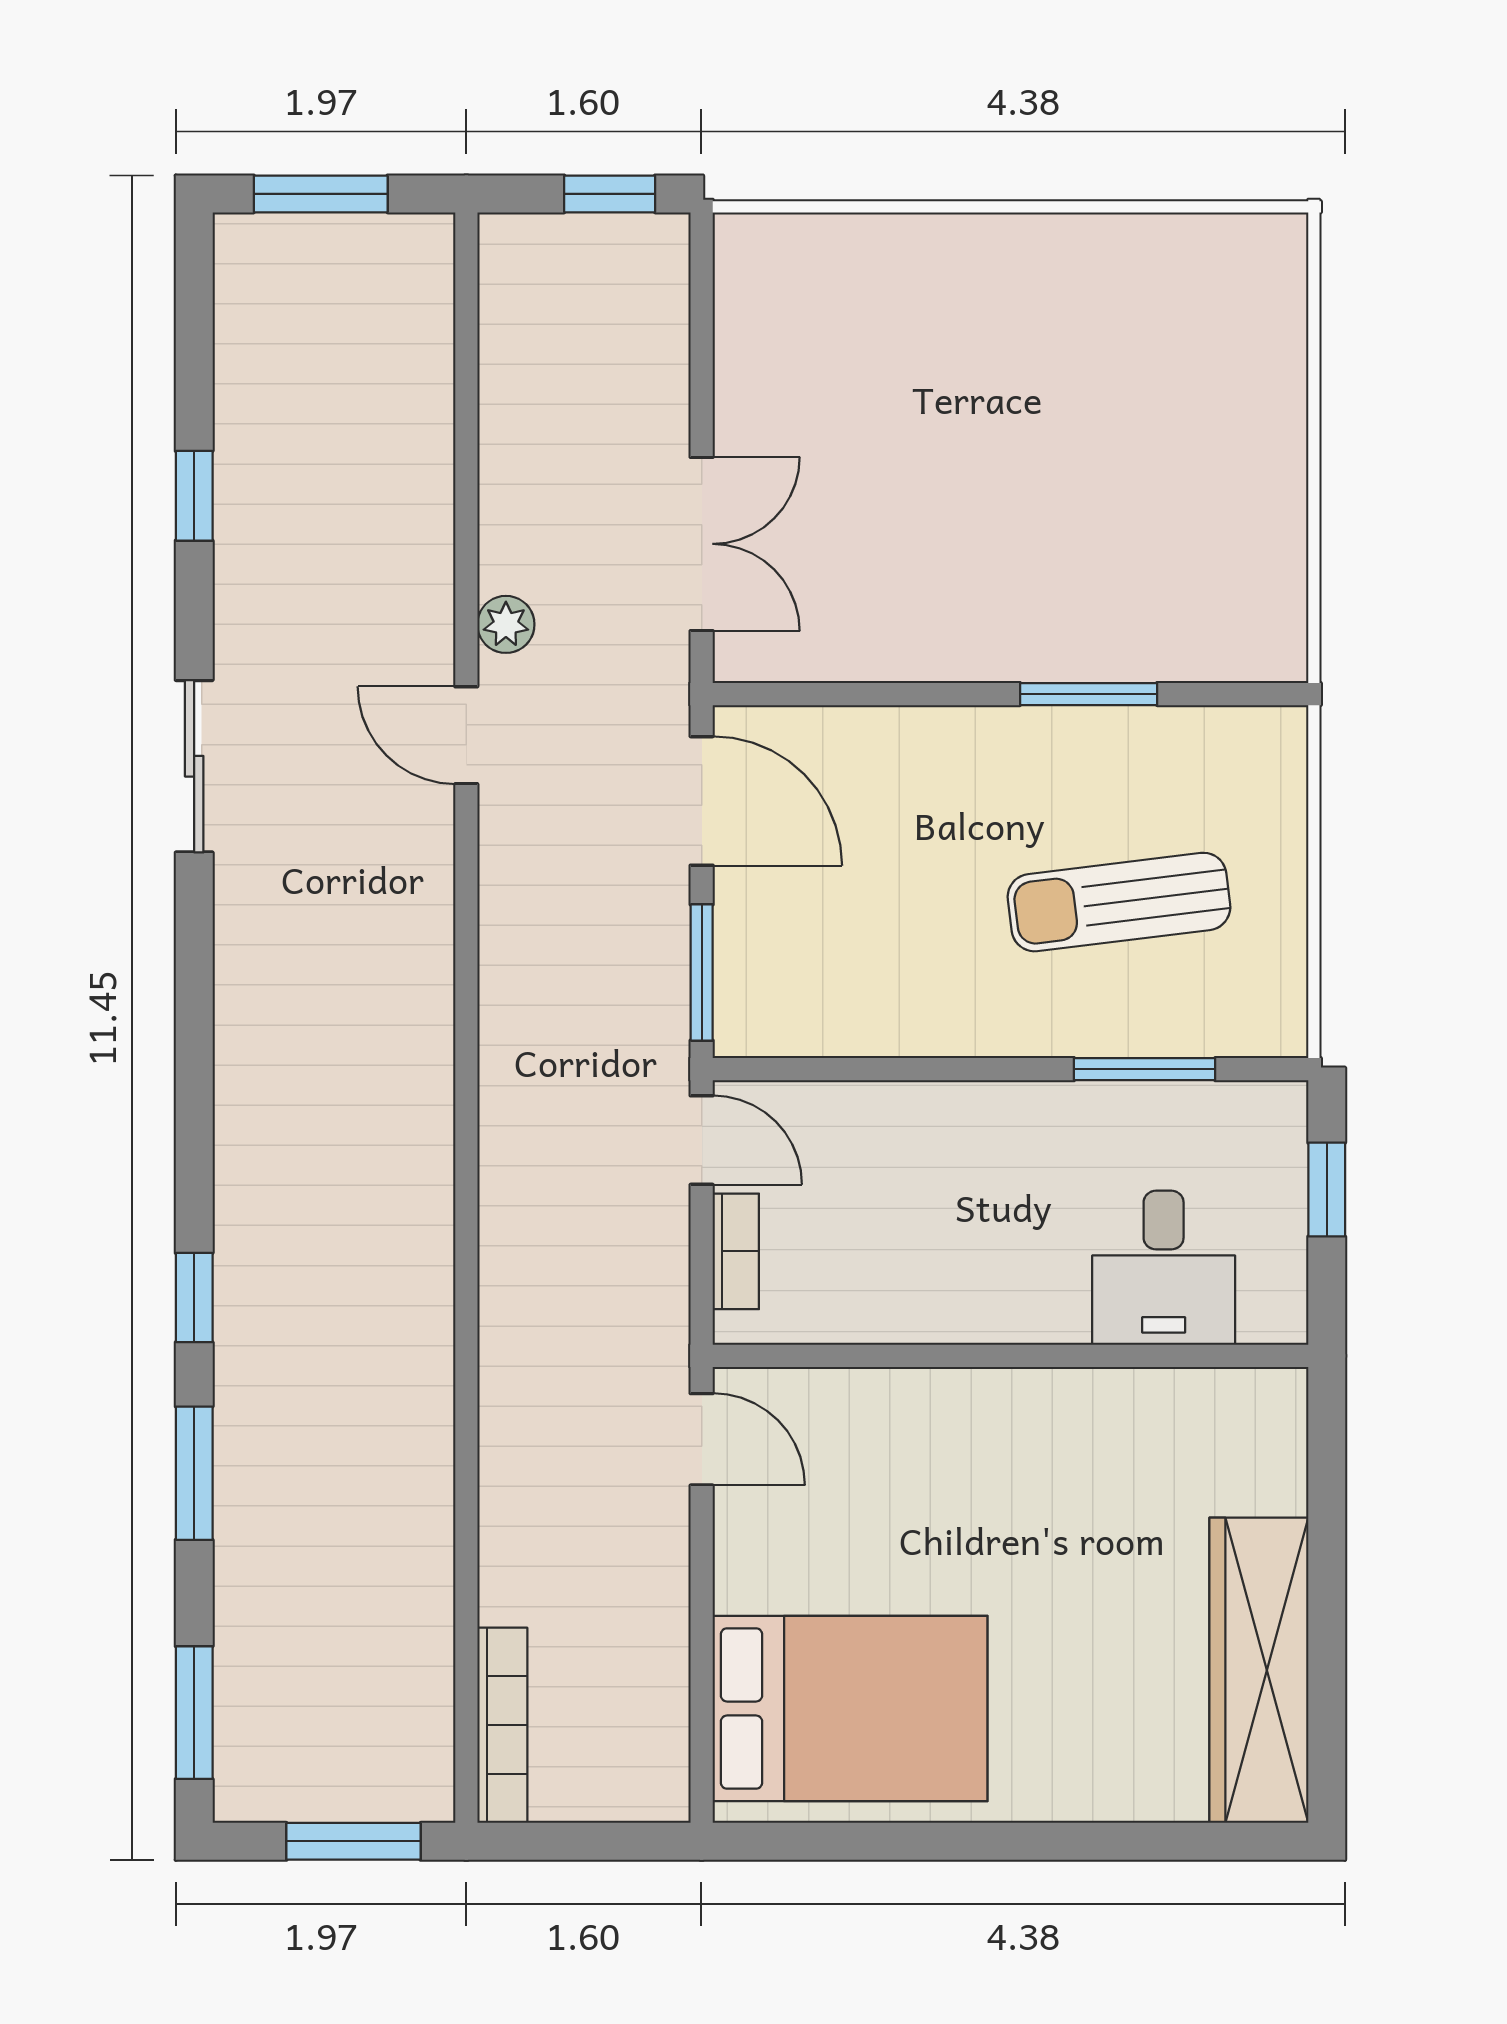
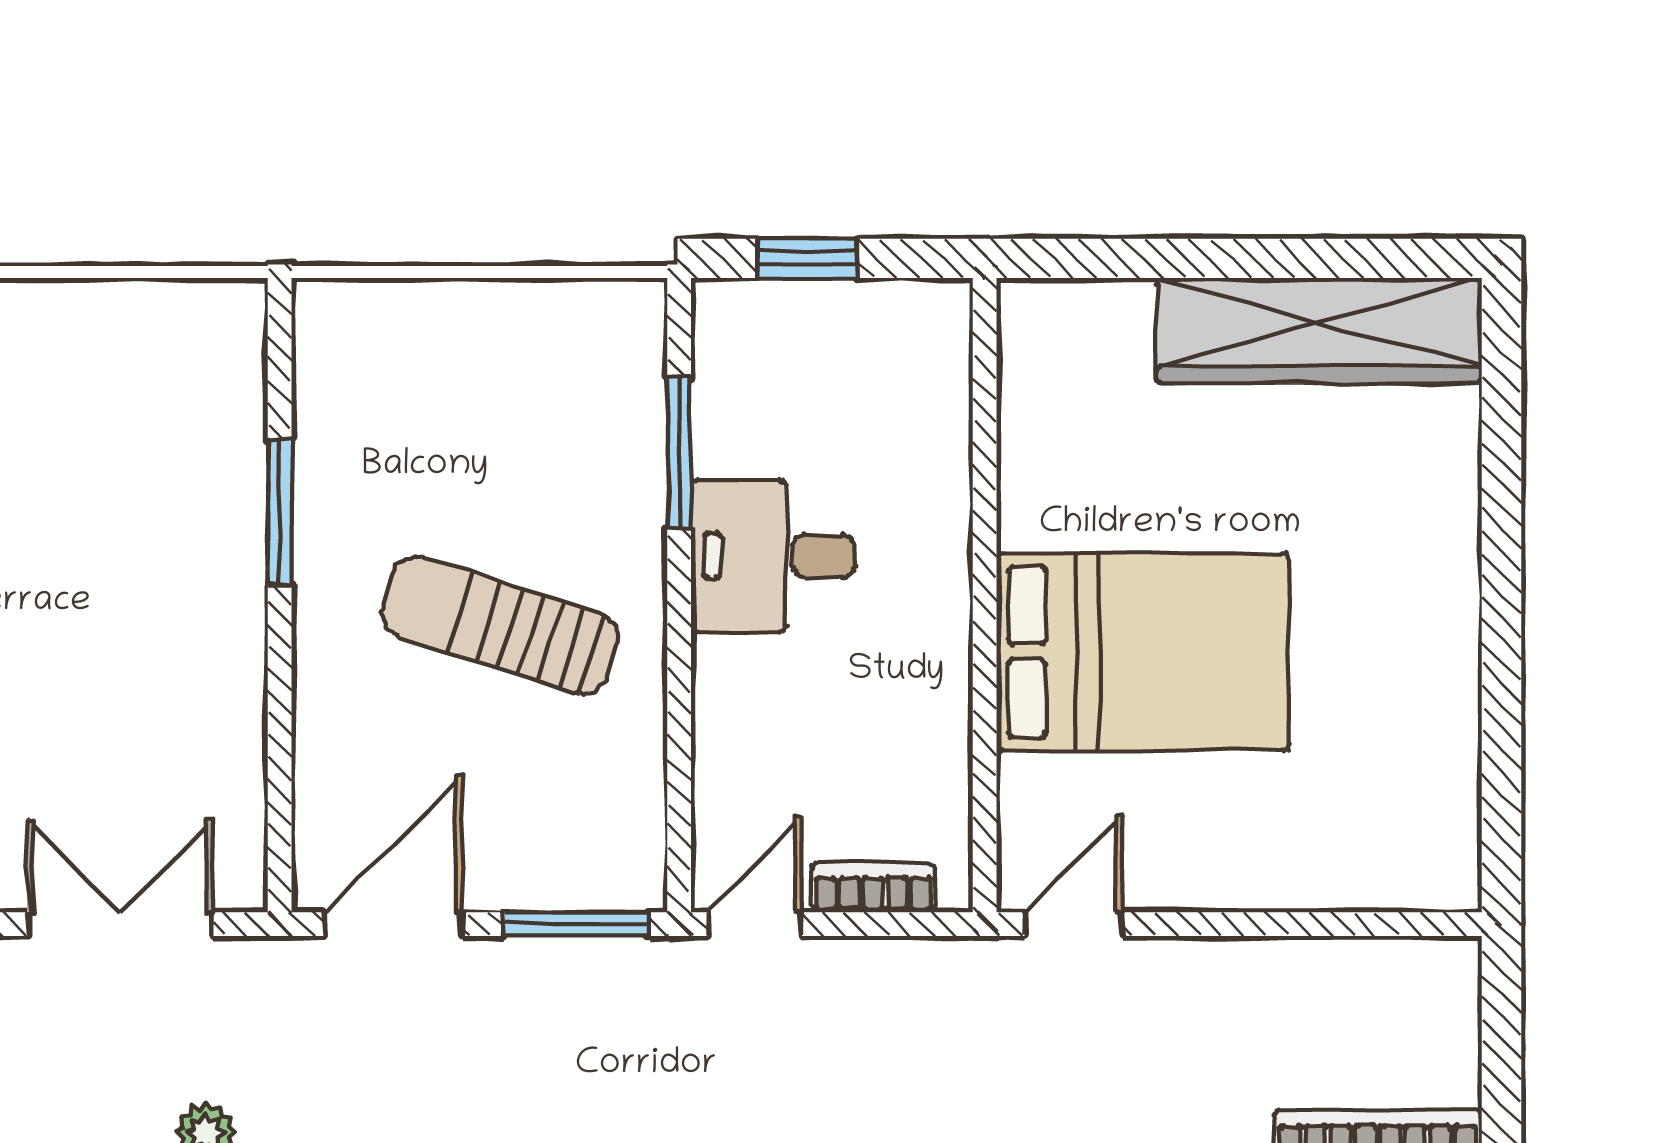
sun lounger: (1119, 902) -> (500, 625), moved, turned 115
desk: (1164, 1268) -> (773, 556), moved, turned 180
bed: (850, 1708) -> (1143, 652), moved, turned 90

